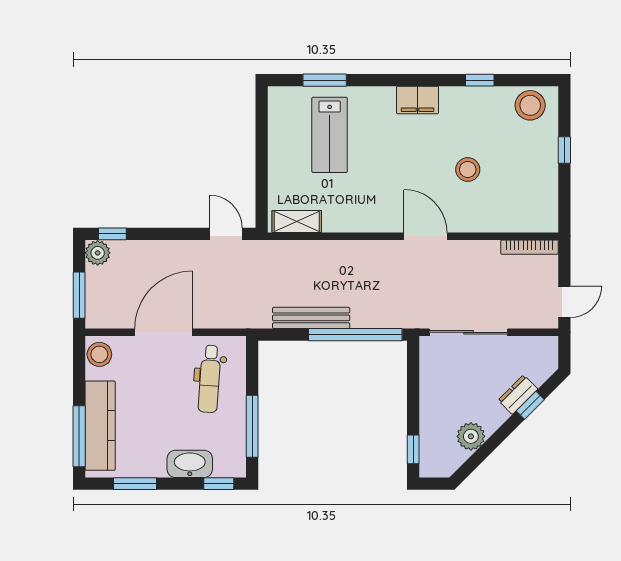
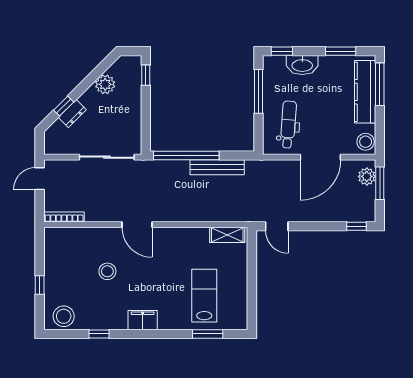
plant: (98, 253) -> (367, 176), moved

